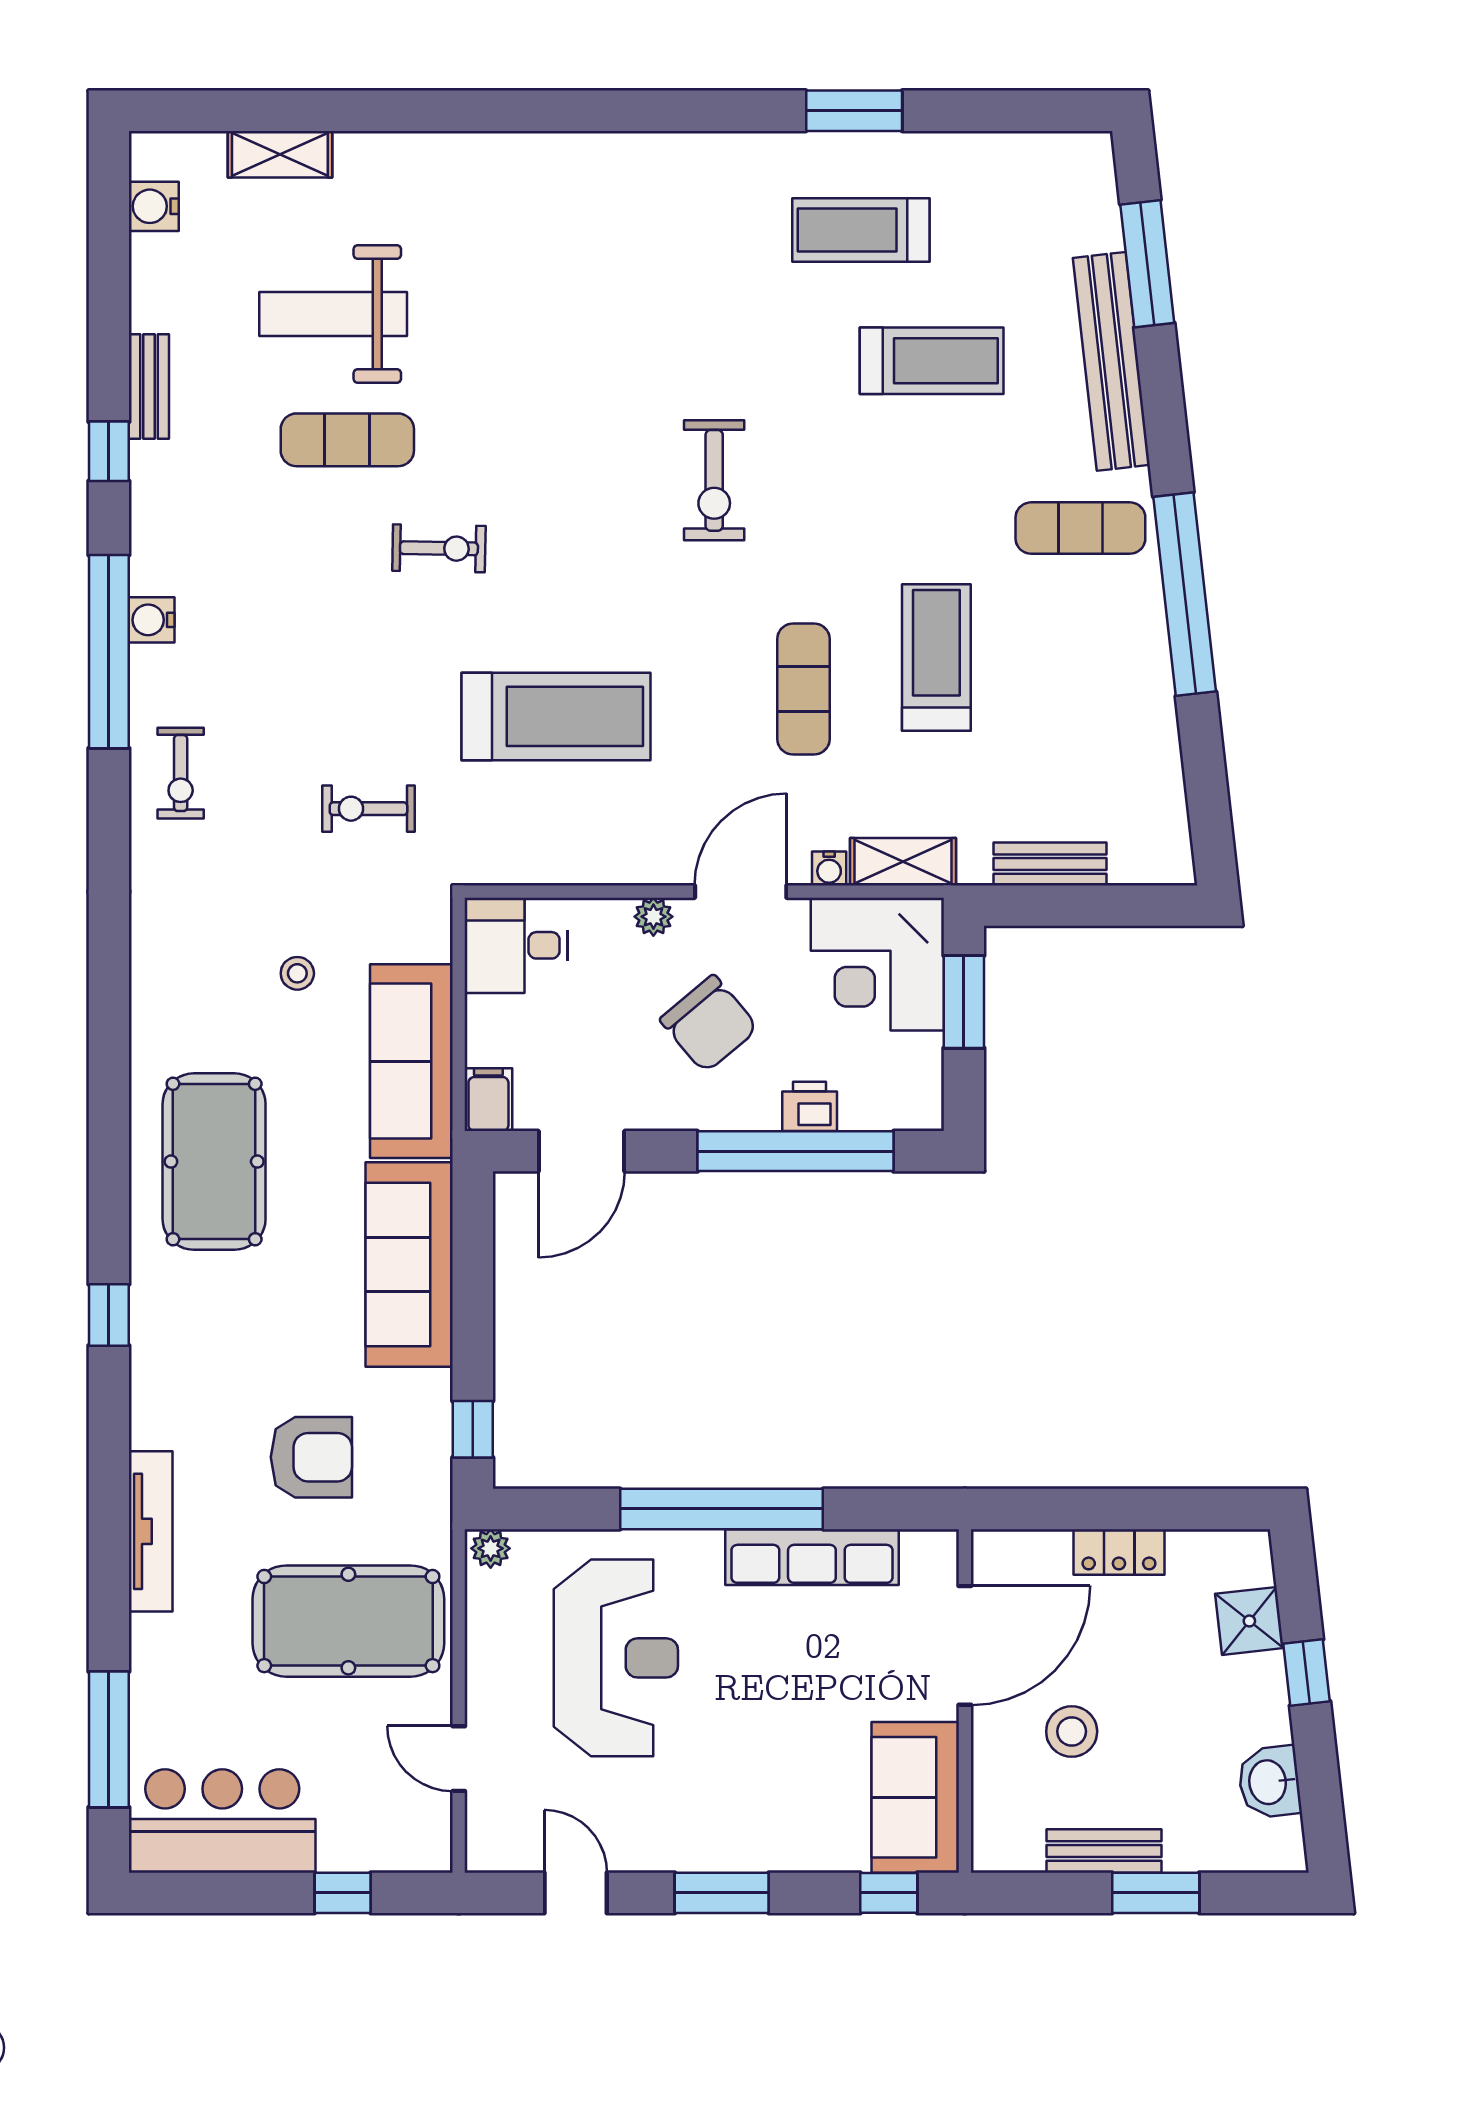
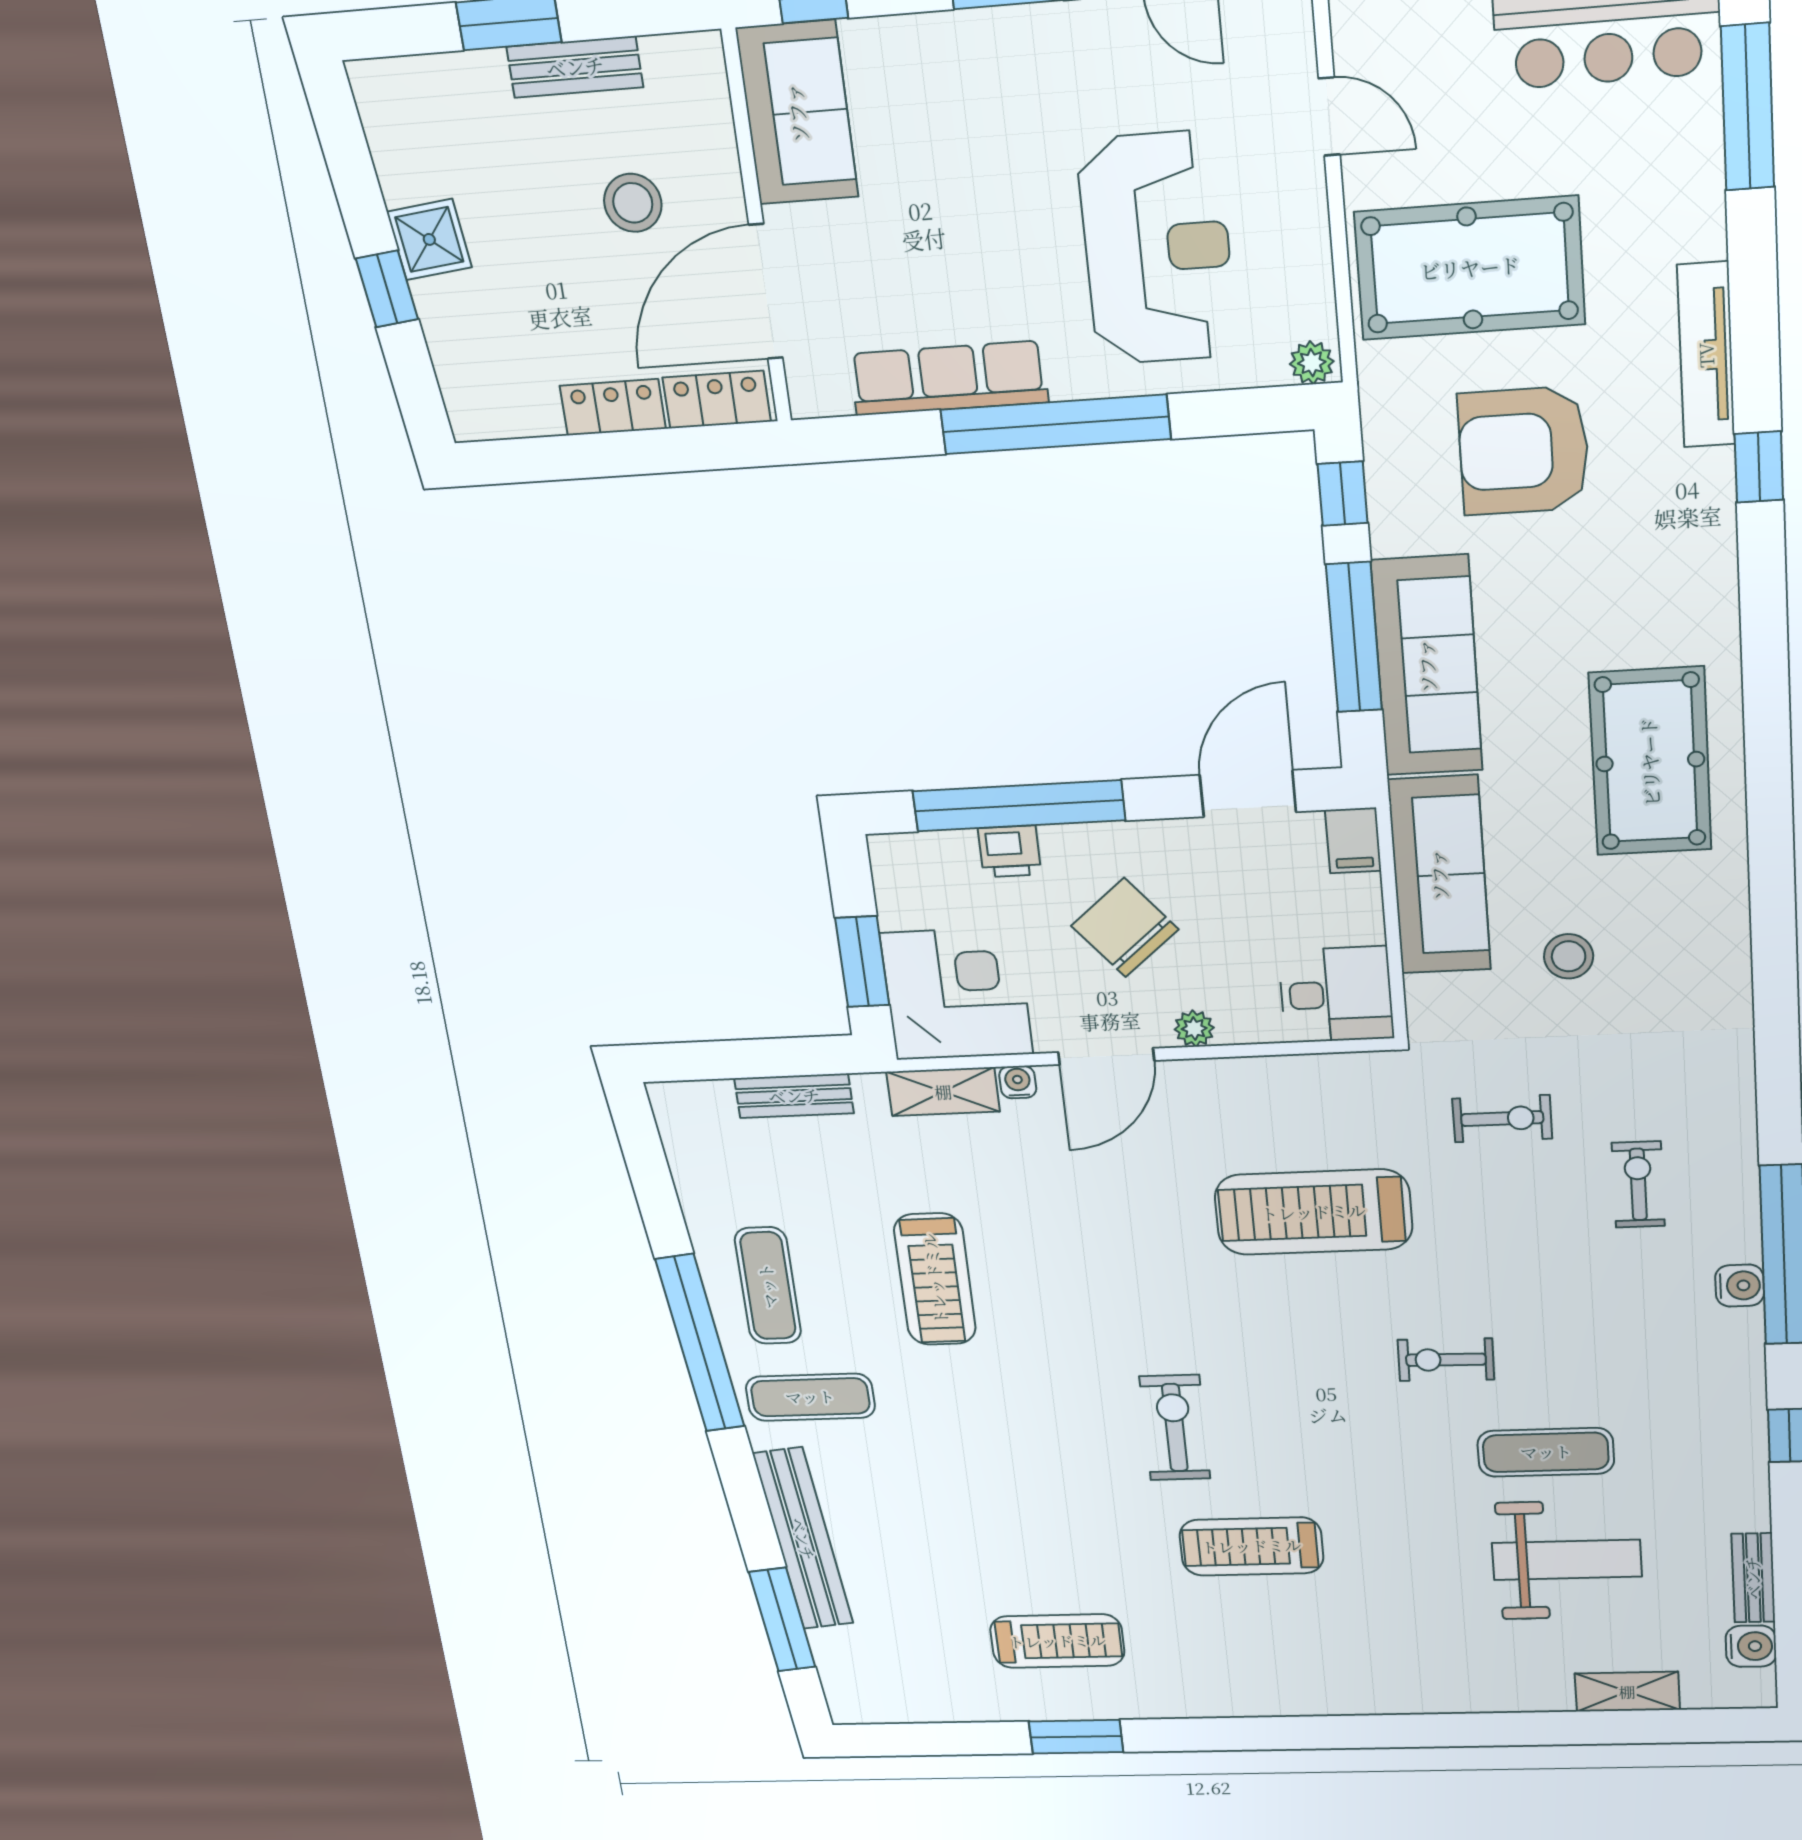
treadmill: (932, 361) -> (1251, 1546), moved
bench: (149, 387) -> (1753, 1578), moved
exercise mat: (803, 689) -> (768, 1286), moved
exercise bike: (181, 773) -> (1638, 1184), moved
stool: (297, 973) -> (1569, 956), width x1.37, depth x1.37
window: (473, 1296) -> (1354, 637), added
window: (109, 1315) -> (1759, 467), moved
armchair: (311, 1457) -> (1524, 451), width x1.36, depth x1.36
locker: (1023, 1552) -> (717, 400), added
shower: (1249, 1621) -> (429, 239), moved
reception desk: (616, 1658) -> (1157, 248), turned 180
washbasin: (1269, 1782) -> (405, 162), removed

